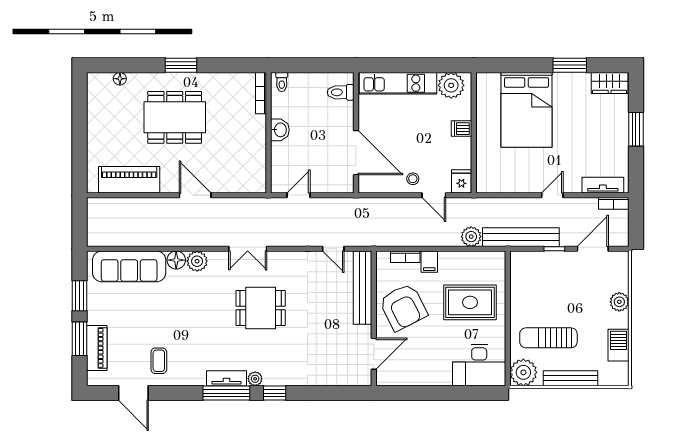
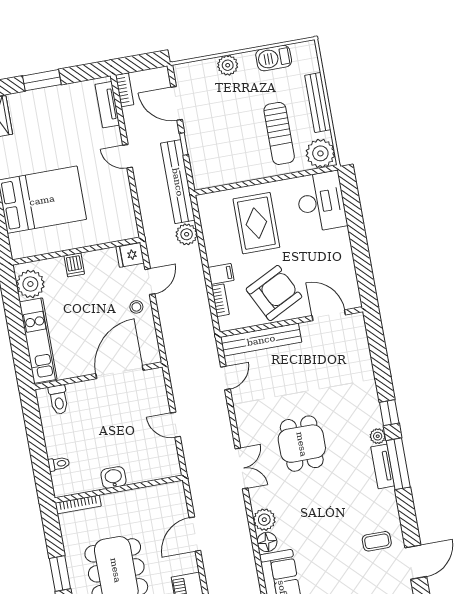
bookcase: (261, 93) -> (78, 504), moved
washbasin: (280, 130) -> (113, 478), moved
wall: (268, 133) -> (119, 489), moved

